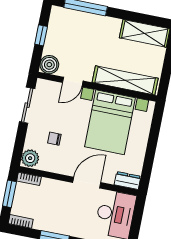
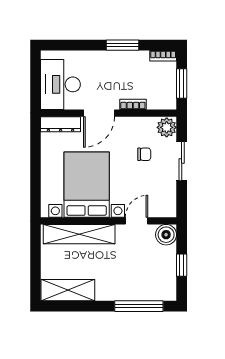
sliding door: (27, 105) -> (182, 161), moved
bookcase: (29, 179) -> (133, 104), moved
dresser: (128, 181) -> (61, 124), width x1.44

